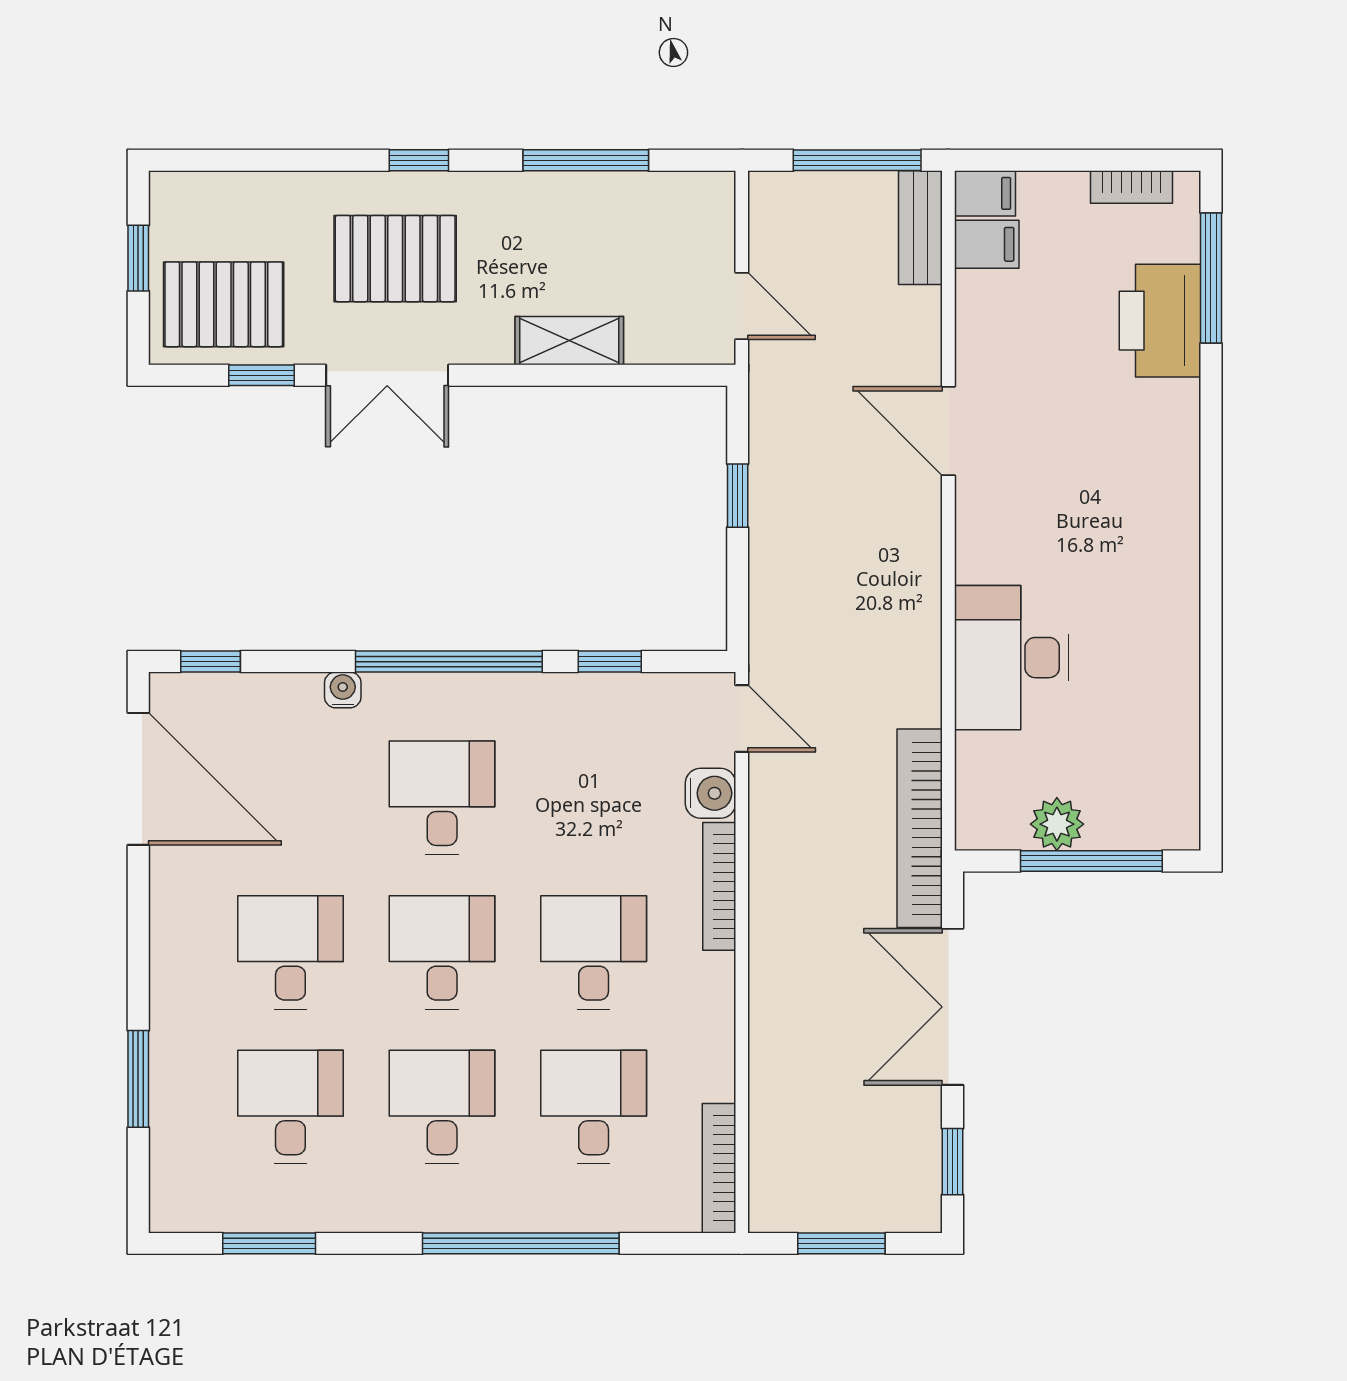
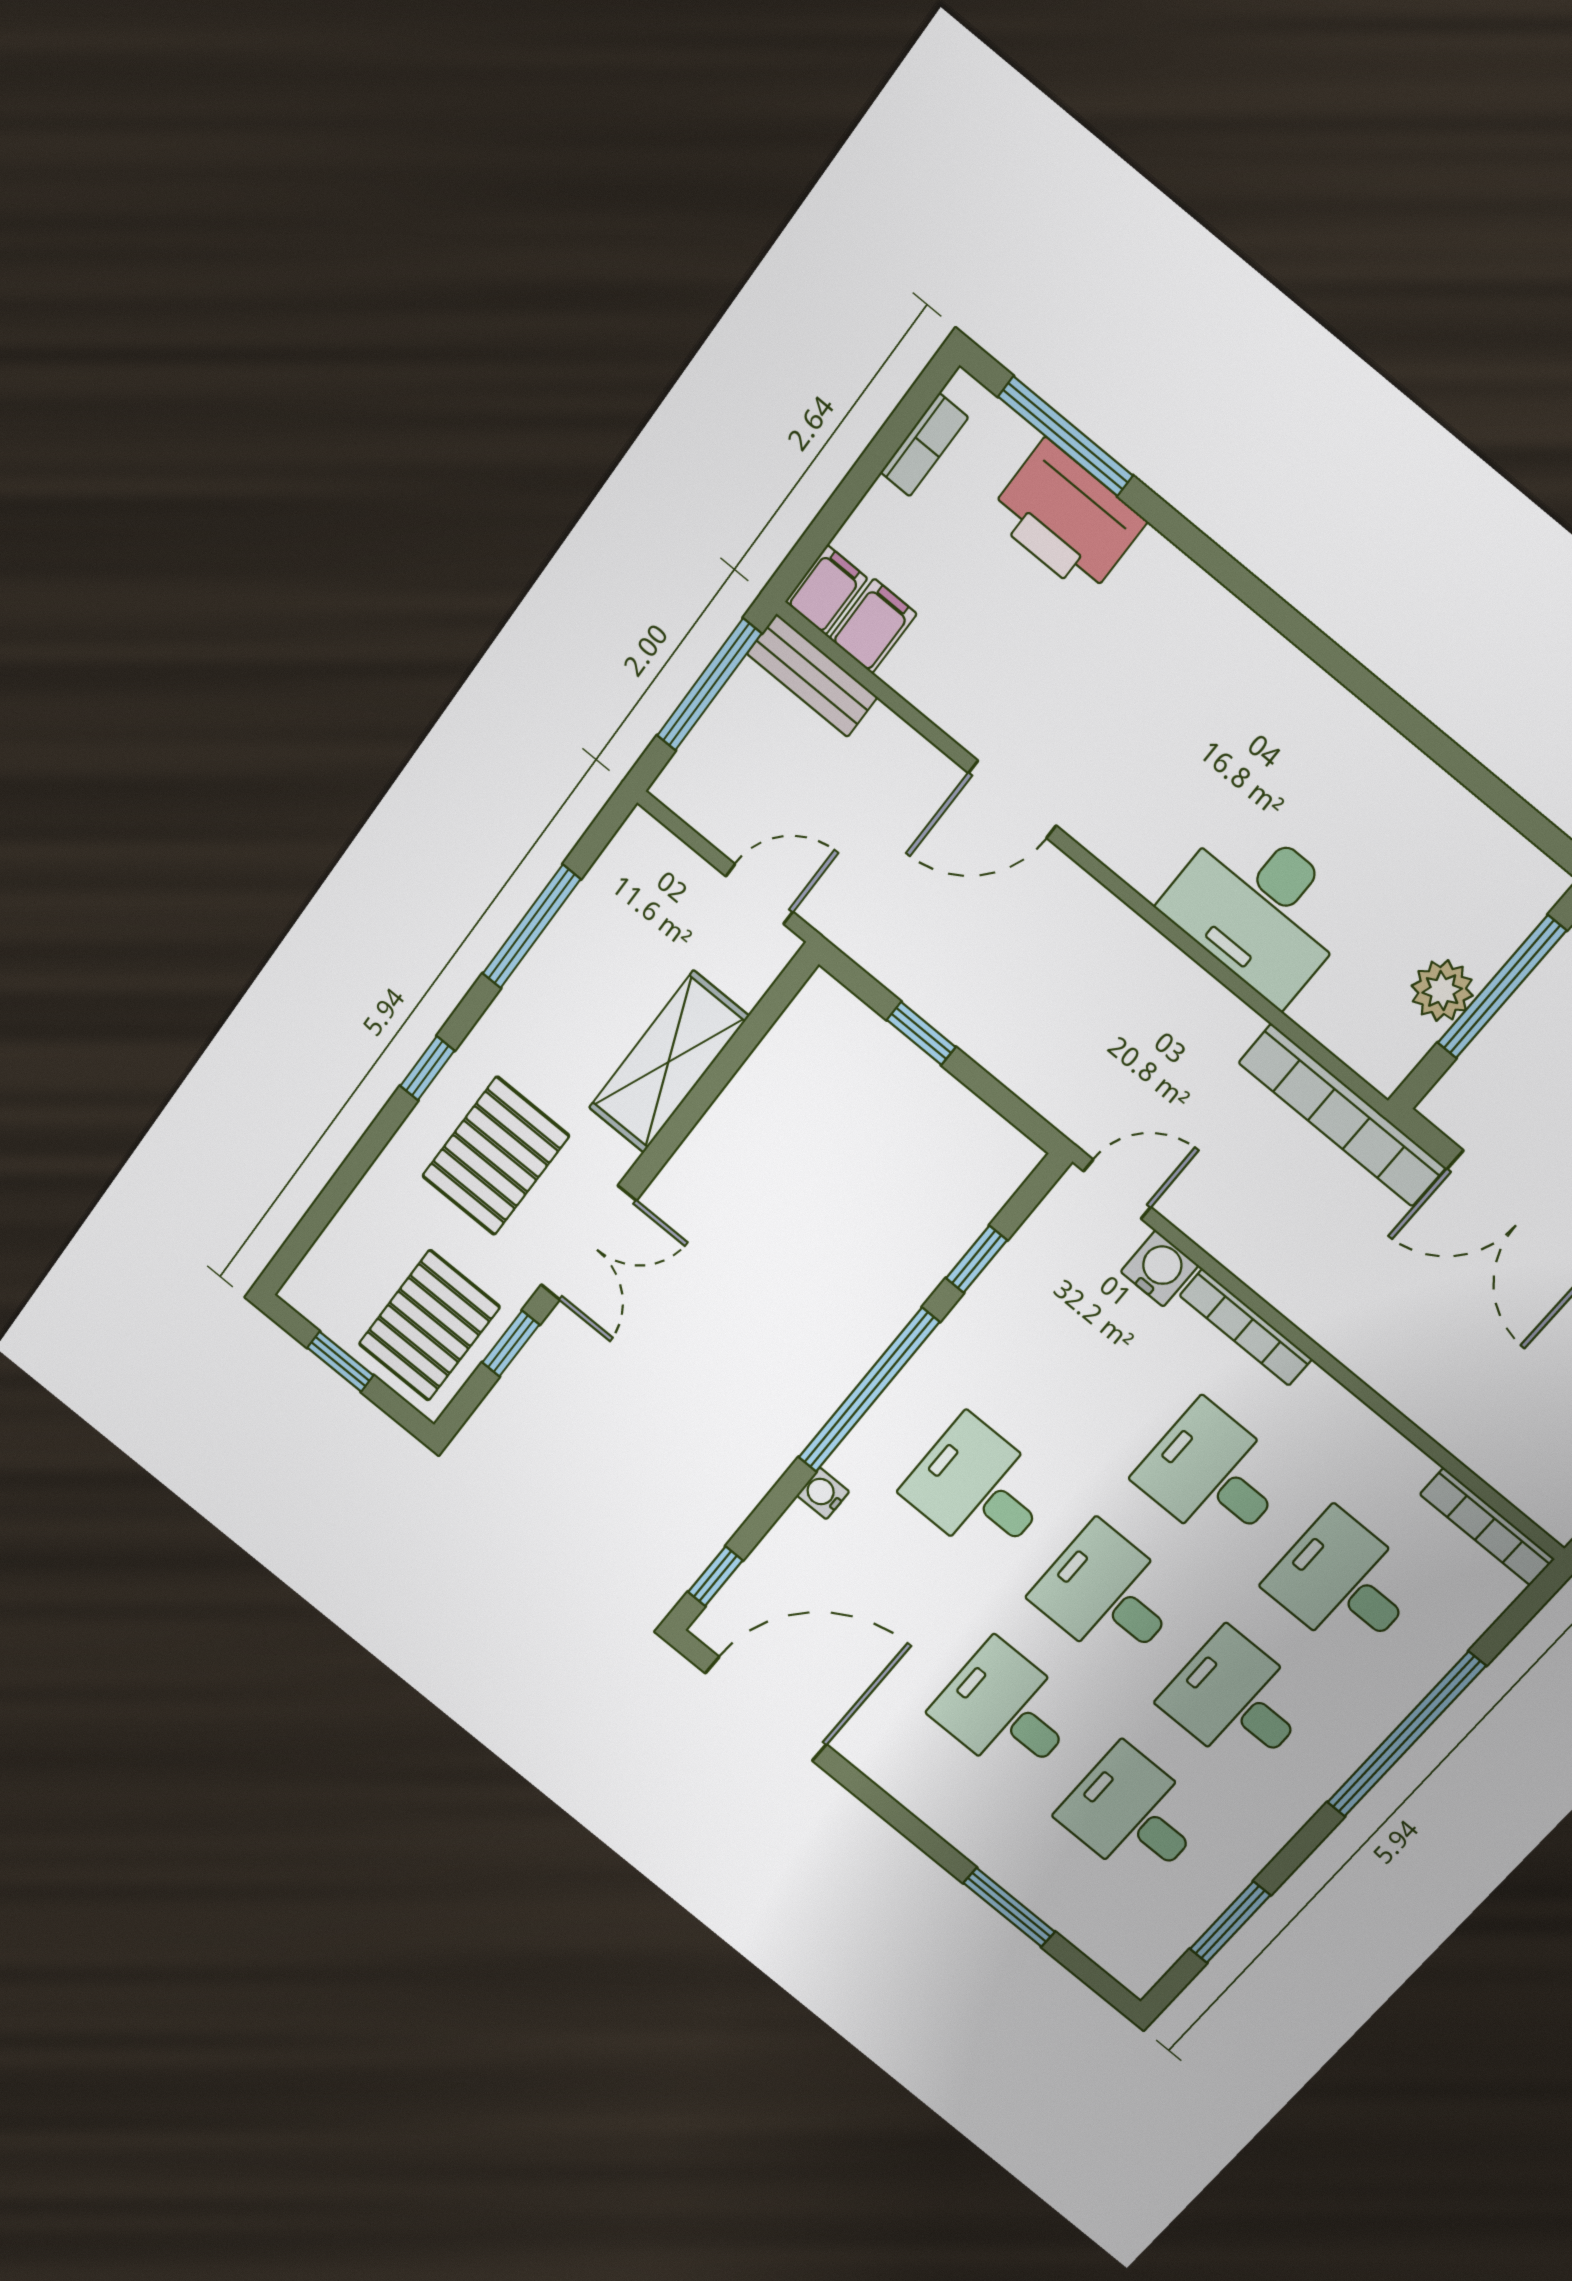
shelving: (569, 341) -> (668, 1062), width x1.50, depth x1.33

